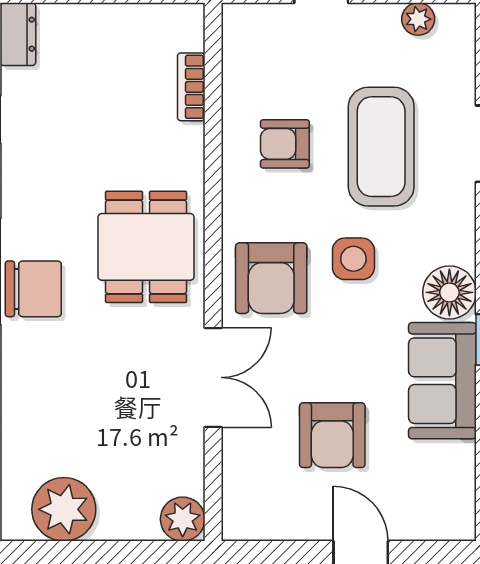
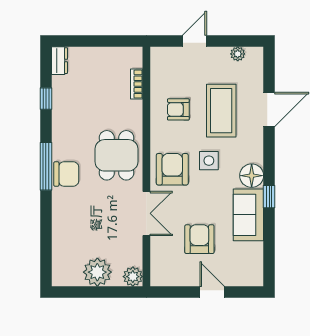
armchair: (271, 278) -> (172, 169), turned 180
armchair: (332, 435) -> (199, 239), turned 180
plant: (64, 509) -> (97, 272), moved

